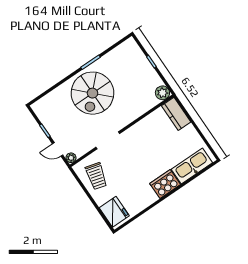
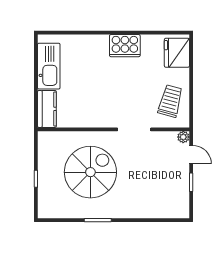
spiral stairs: (92, 93) -> (90, 172), moved
plant: (162, 93) -> (46, 140), removed
kitchen sink: (192, 166) -> (49, 66), moved, turned -90
cooker: (165, 184) -> (125, 46), moved

